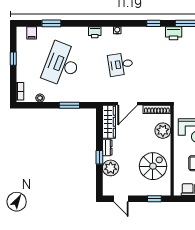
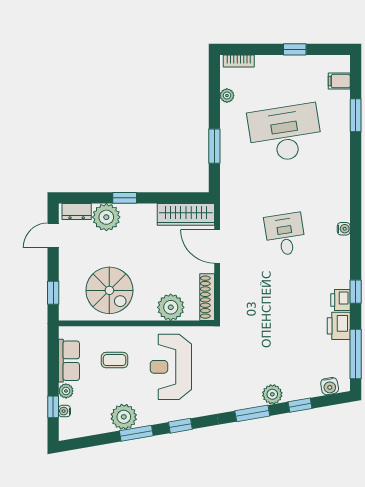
printer: (95, 32) -> (340, 300), moved
desk: (62, 64) -> (285, 133), turned -30
dresser: (107, 148) -> (77, 211), moved

